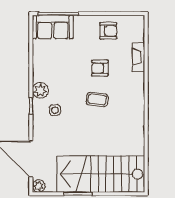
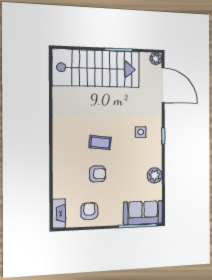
armchair: (108, 31) -> (89, 211), turned 90
fireplace: (138, 57) -> (59, 214), moved
plant: (40, 90) -> (155, 175), moved

